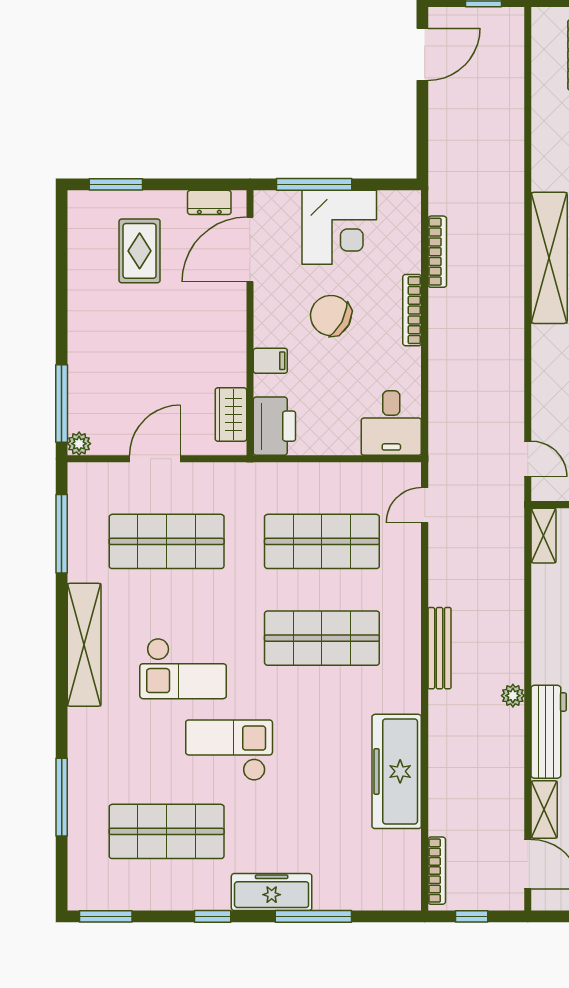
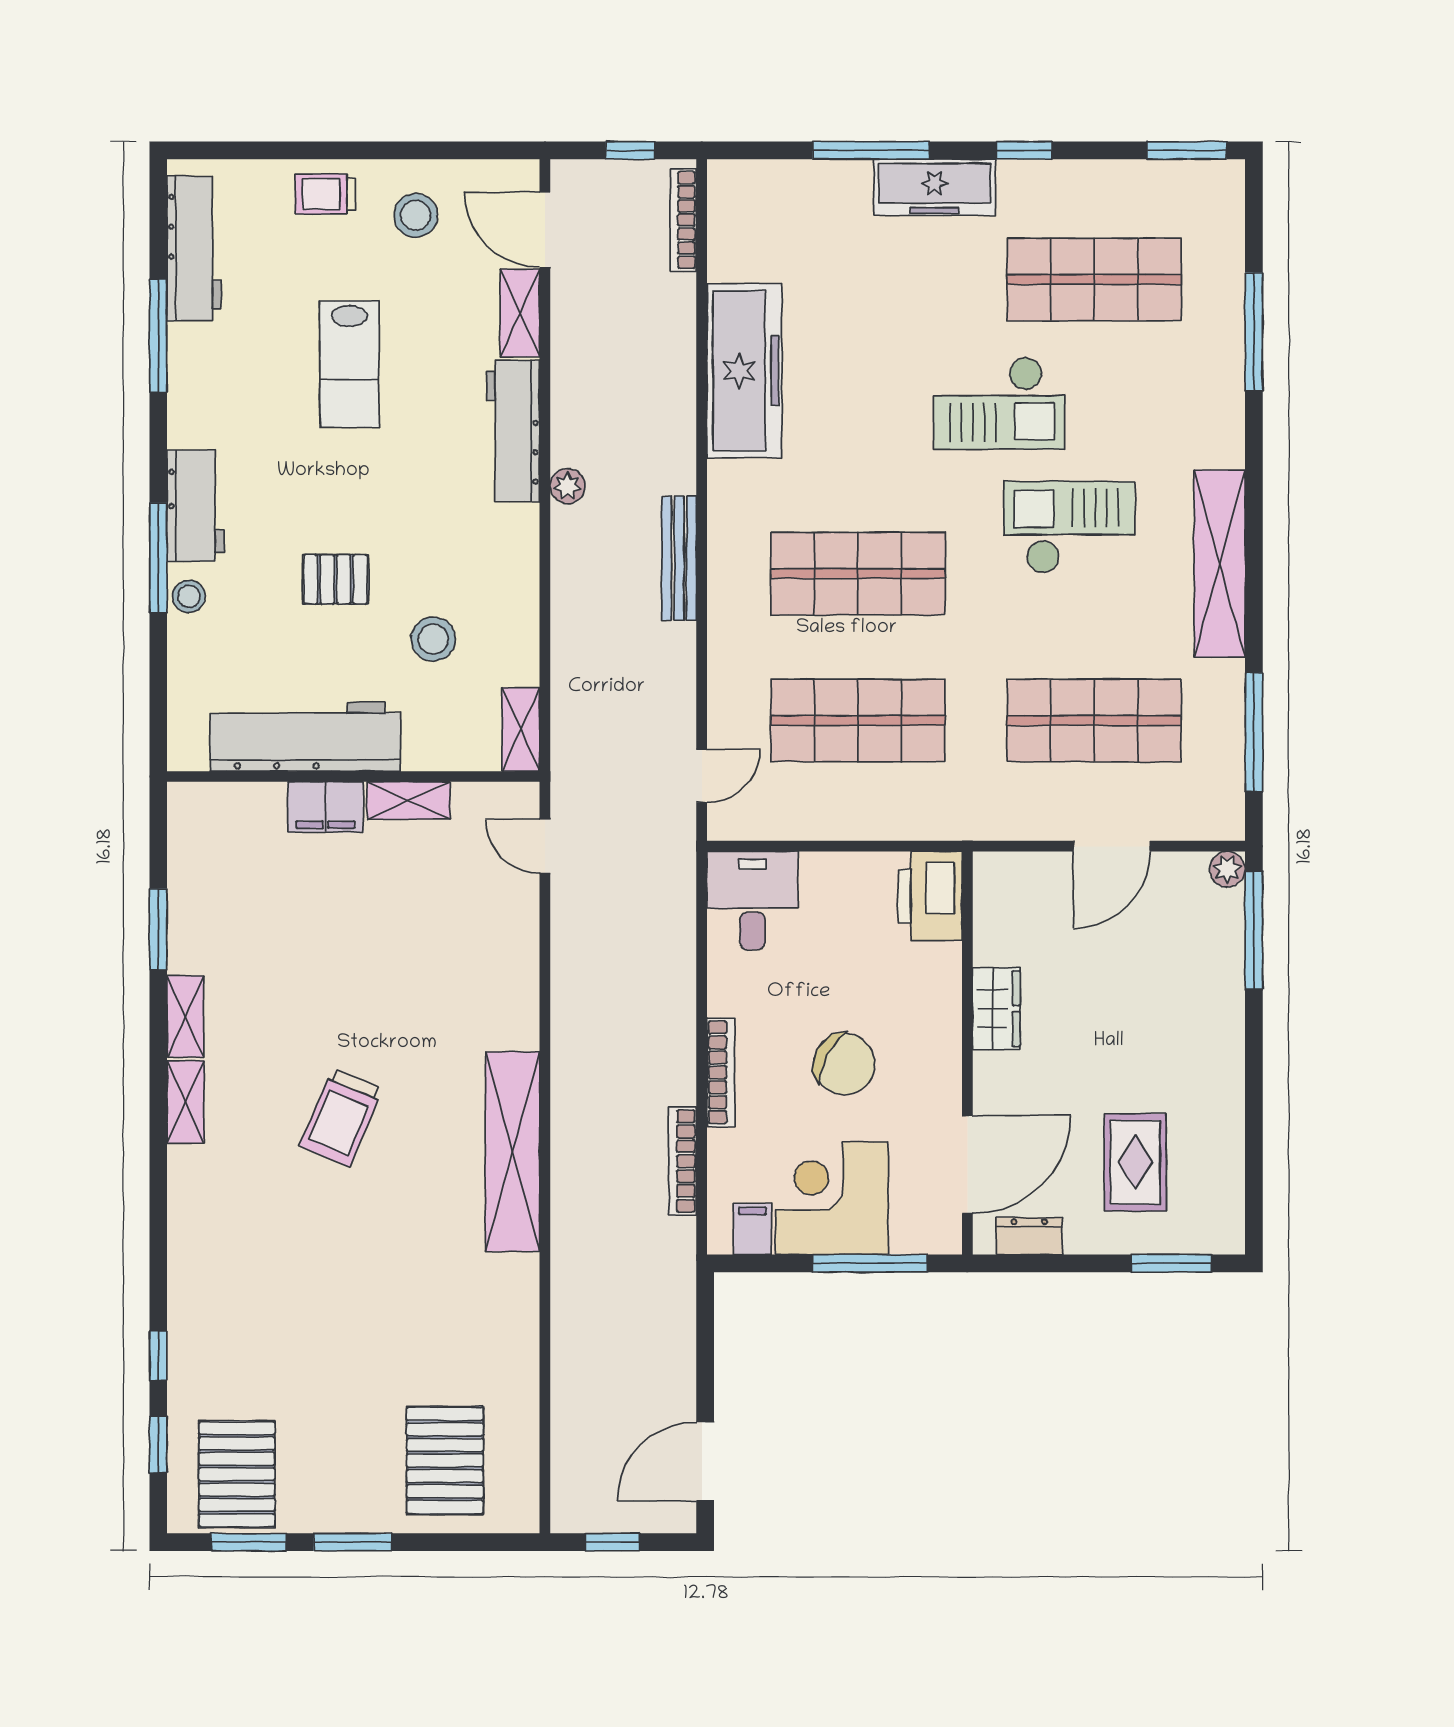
filing cabinet: (270, 361) -> (752, 1229), moved, turned 90
wardrobe: (231, 415) -> (996, 1009), moved

